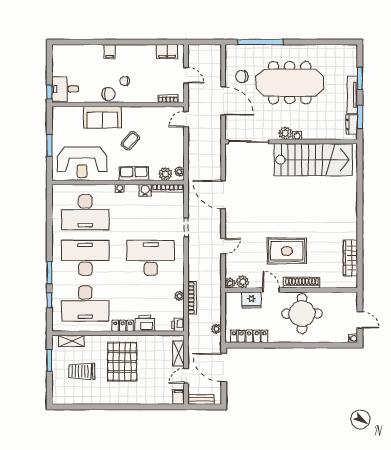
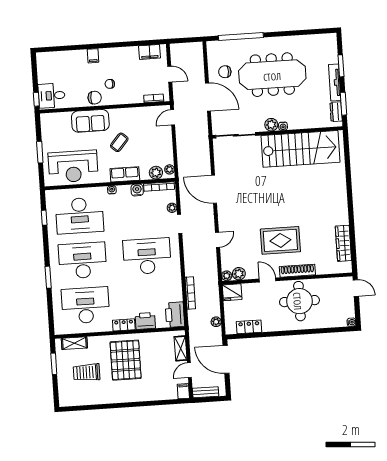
plant: (179, 296) -> (172, 208), moved
window: (49, 300) -> (44, 218), moved
fridge: (252, 300) -> (232, 292), moved
desk: (85, 303) -> (86, 305), turned 180
door: (360, 320) -> (356, 288), moved
printer: (178, 325) -> (175, 315), width x1.87, depth x1.48
locker: (249, 336) -> (249, 327), width x0.66

